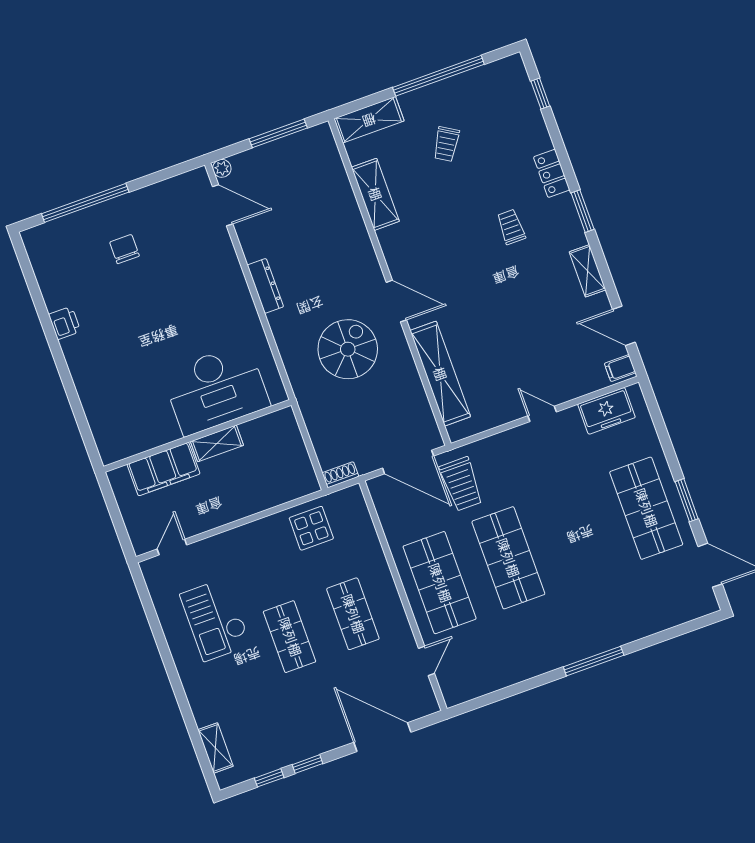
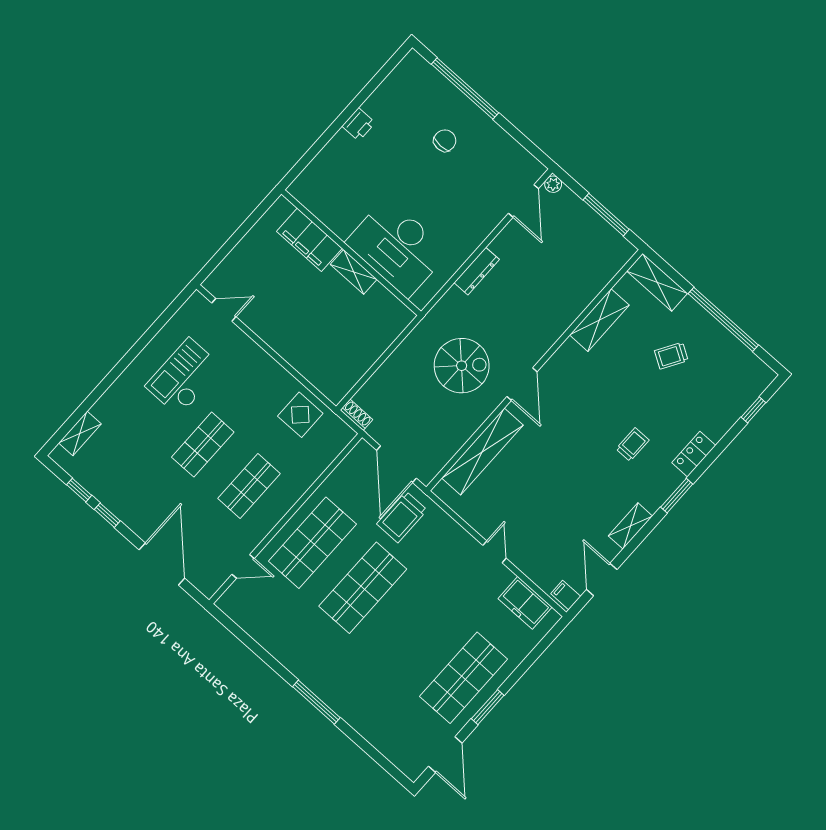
desk: (216, 389) -> (397, 247), moved
wall: (197, 436) -> (351, 253), moved
shelving: (217, 443) -> (354, 272), moved
filing cabinet: (164, 469) -> (309, 240), moved

